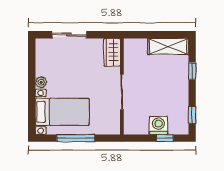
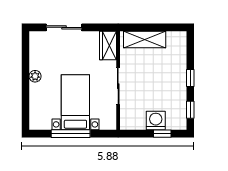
shelving: (168, 46) -> (145, 39), moved
window: (192, 71) -> (190, 78), moved
bed with nightstands: (62, 112) -> (75, 102), moved, turned -90

